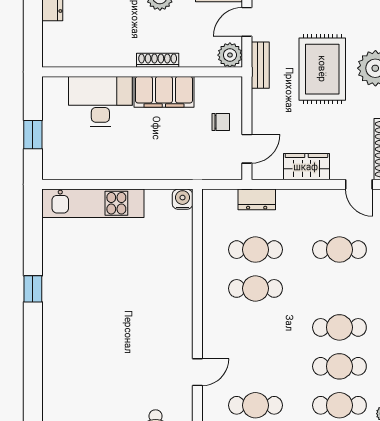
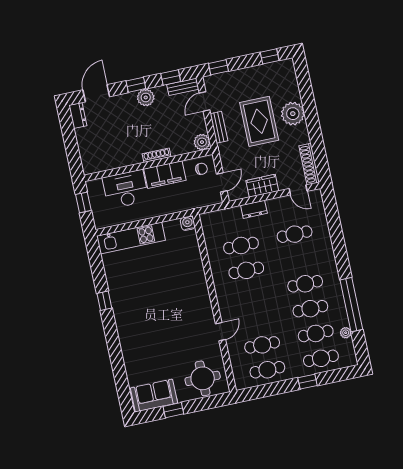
plant: (230, 55) -> (202, 142), moved
shoe rack: (158, 60) -> (157, 155), moved
wall: (142, 72) -> (148, 165), moved
filing cabinet: (164, 92) -> (165, 175), moved
desk: (100, 101) -> (126, 189), moved
dresser: (257, 199) -> (254, 209), moved

